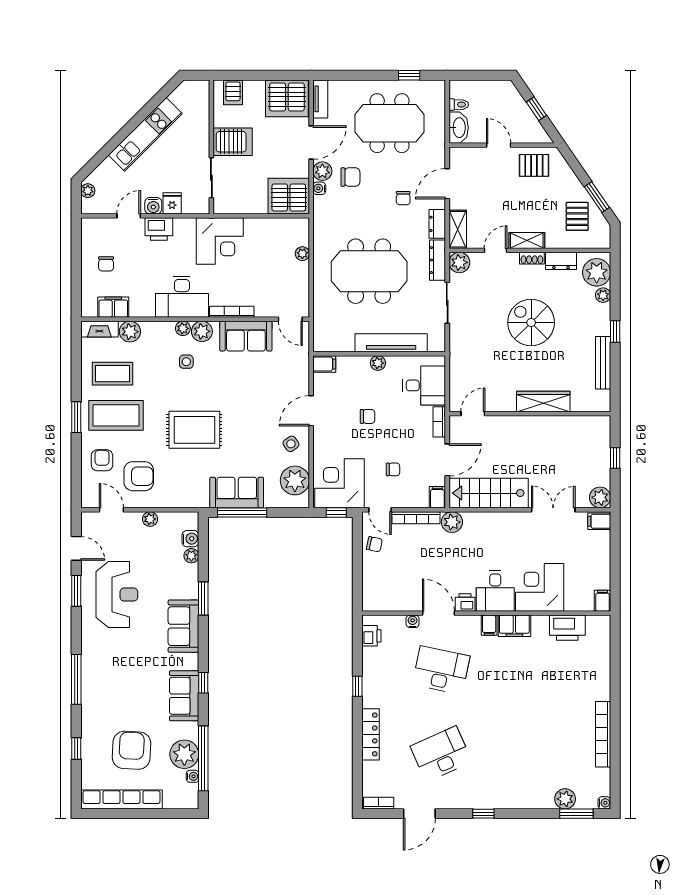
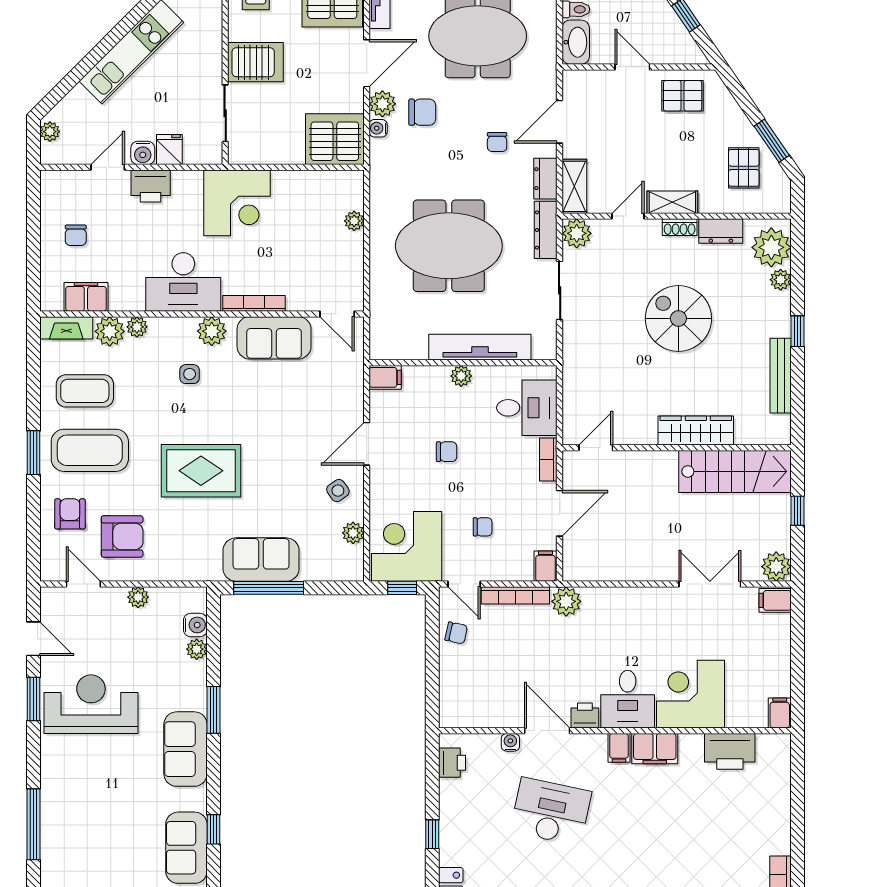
plant: (183, 328) -> (137, 327), moved
plant: (295, 480) -> (353, 533), width x0.53, depth x0.53
stairs: (489, 493) -> (735, 471), moved, turned 180
reception desk: (117, 594) -> (91, 704), turned -90

